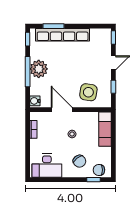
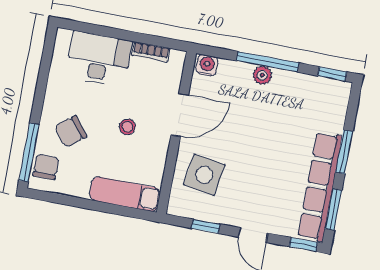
window: (54, 26) -> (344, 152), moved
window: (94, 26) -> (333, 209), added
row of seats: (63, 35) -> (320, 187), moved
plant: (39, 69) -> (262, 75), width x0.53, depth x0.53
desk: (47, 166) -> (99, 59), moved, turned 90
window: (93, 180) -> (29, 152), width x2.17

